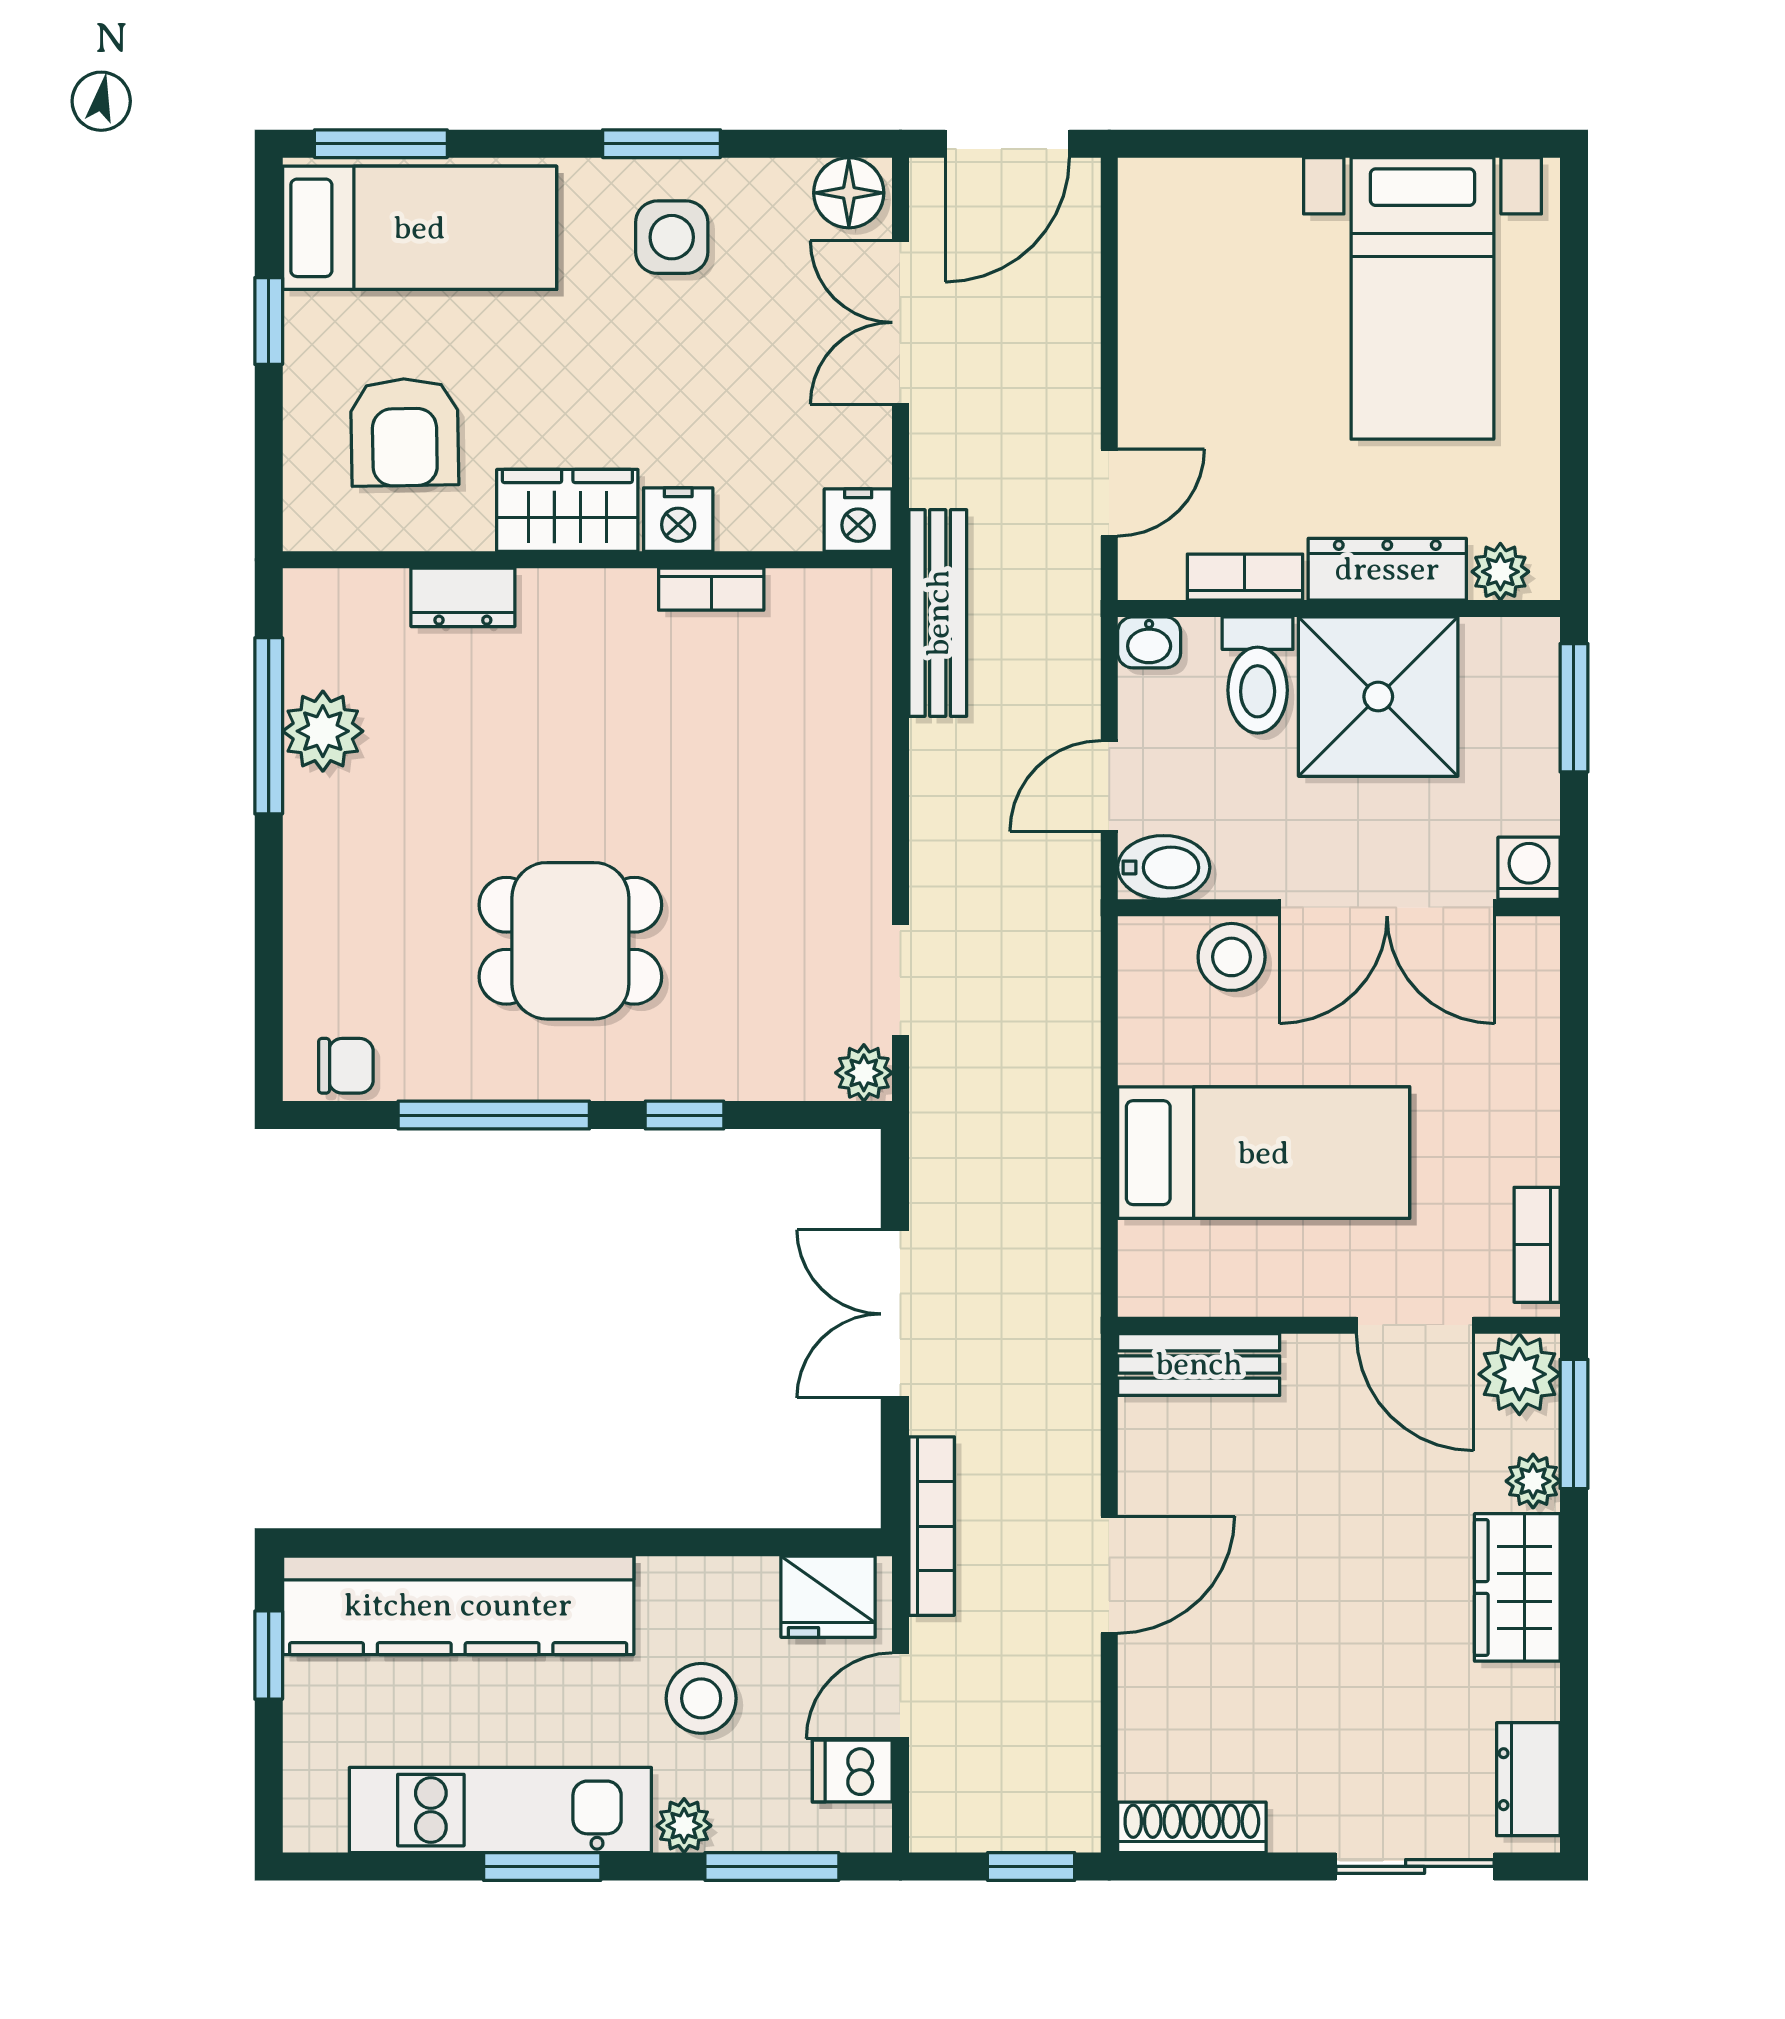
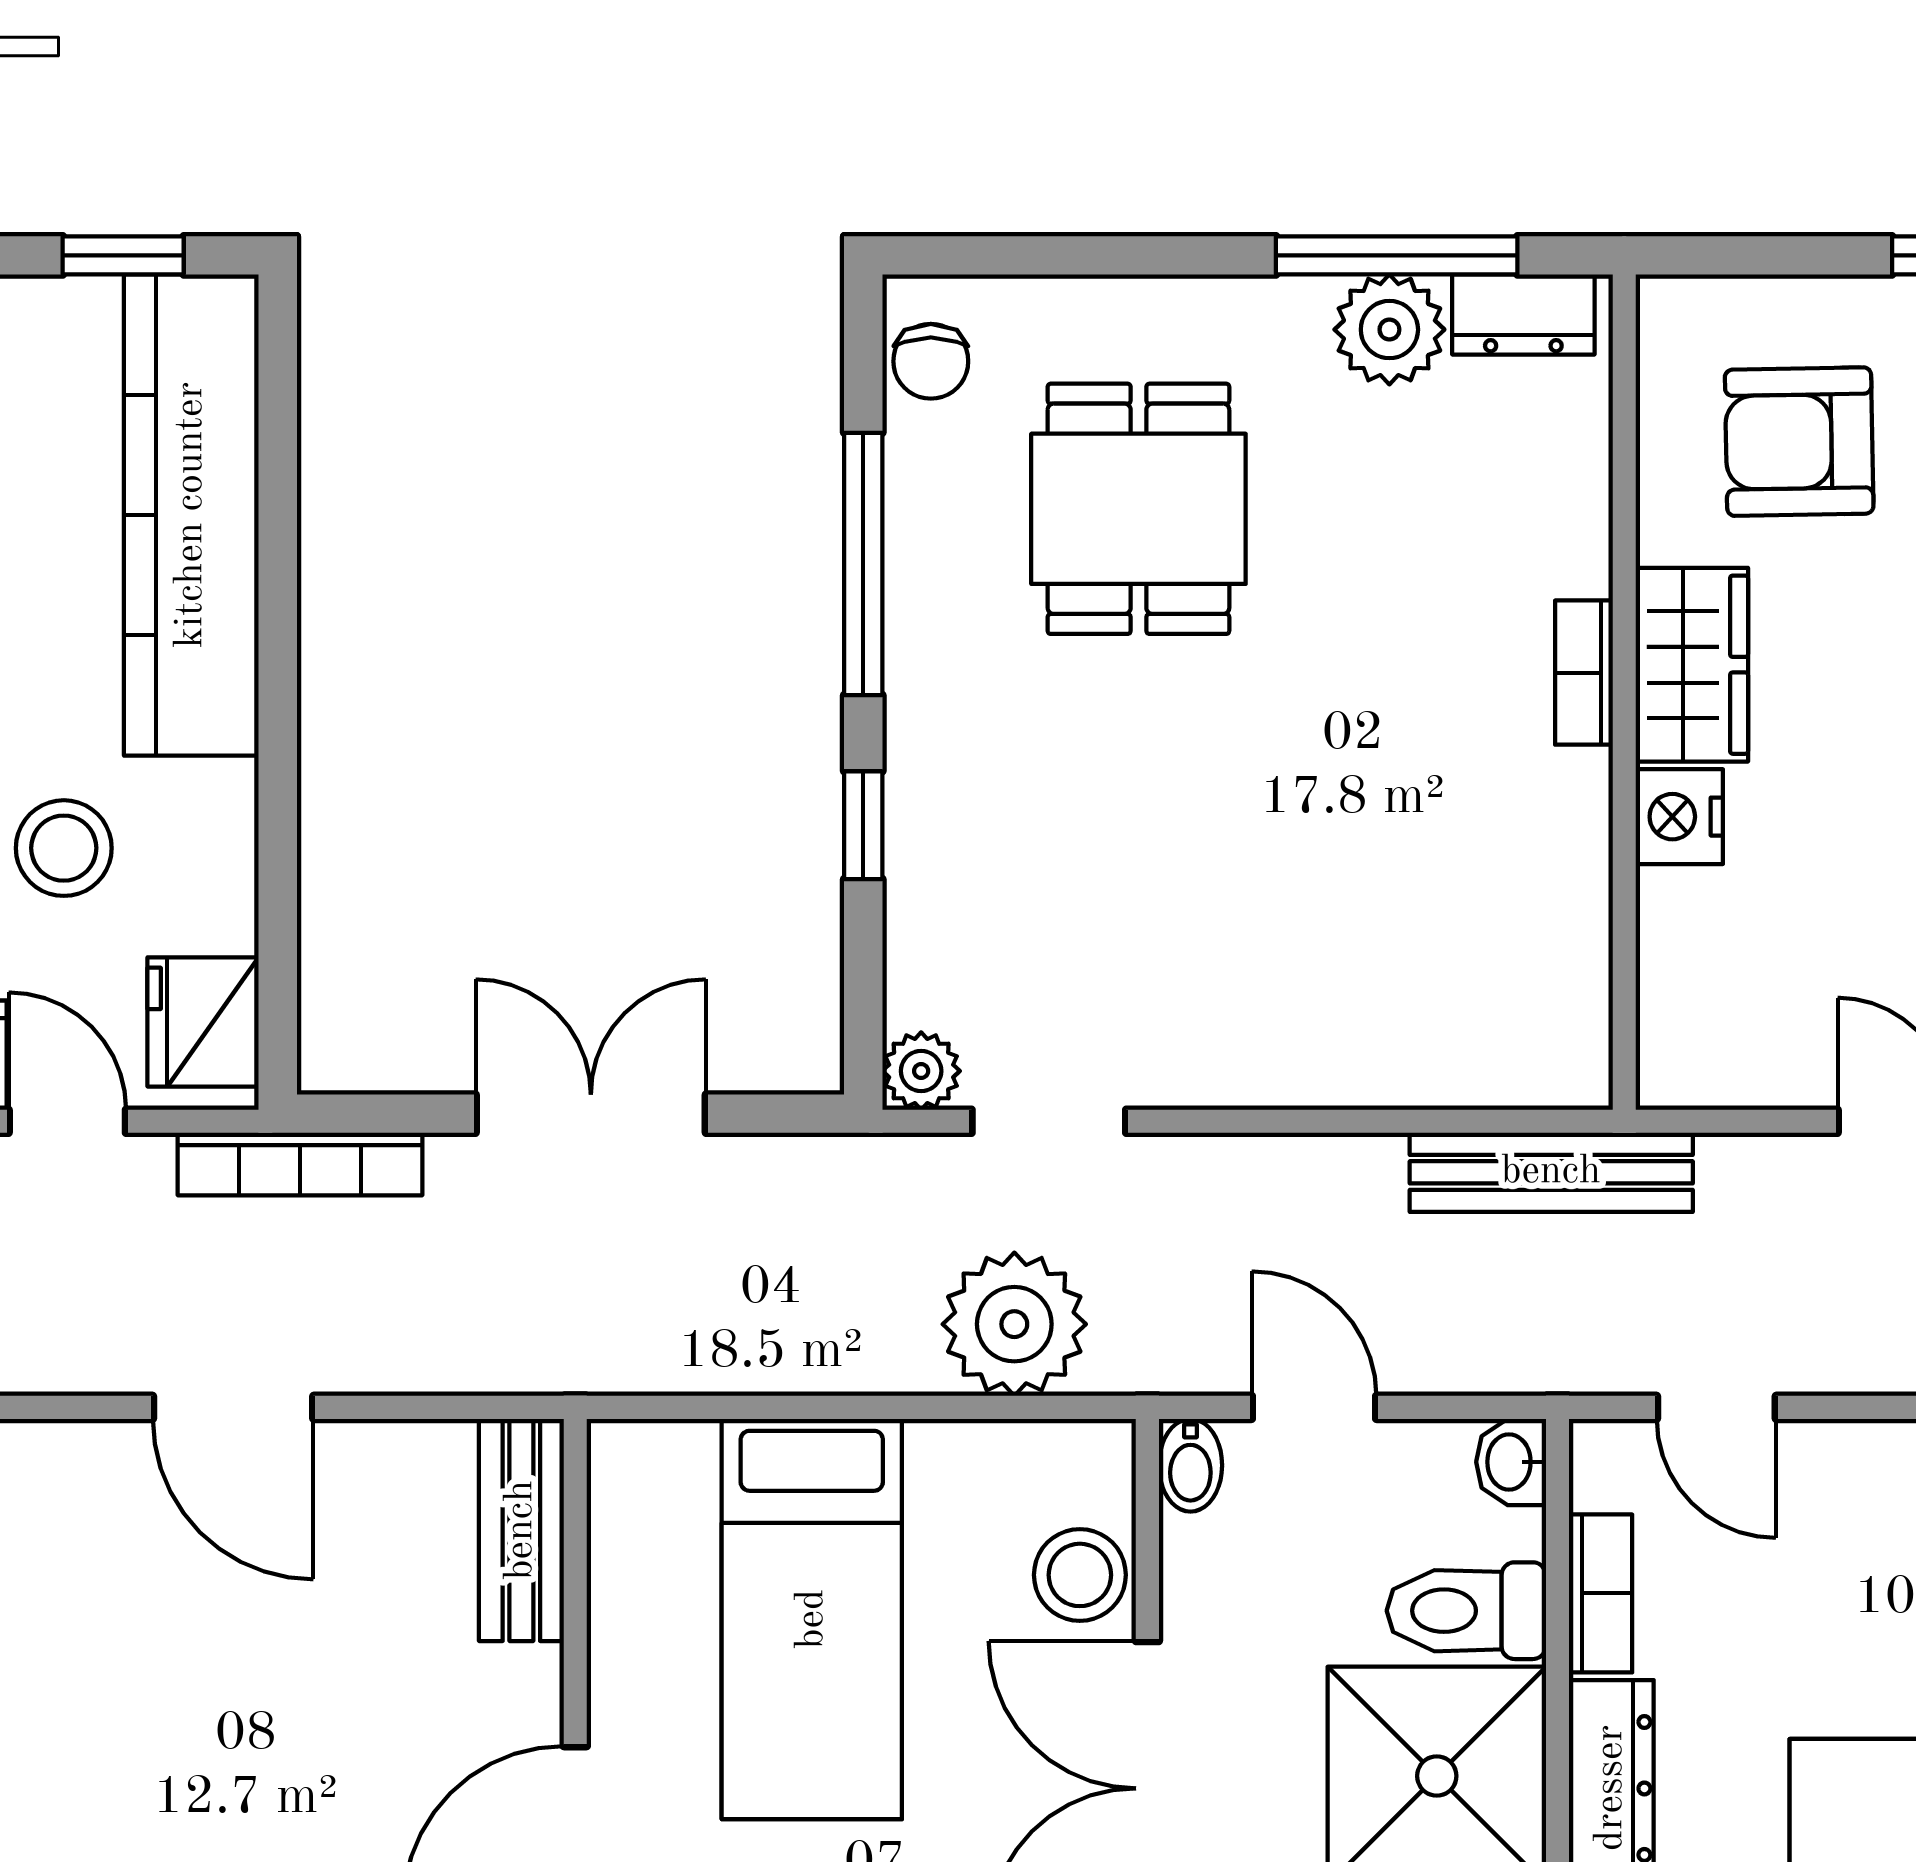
nightstand: (858, 520) -> (1679, 1063), removed
bookcase: (711, 589) -> (1584, 673), moved
dresser: (463, 597) -> (1523, 314), moved, turned -90
bidet: (1164, 867) -> (1190, 1465), width x0.72, depth x0.74
dining table: (570, 941) -> (1138, 509), moved
plant: (1048, 1005) -> (1014, 1324), added

